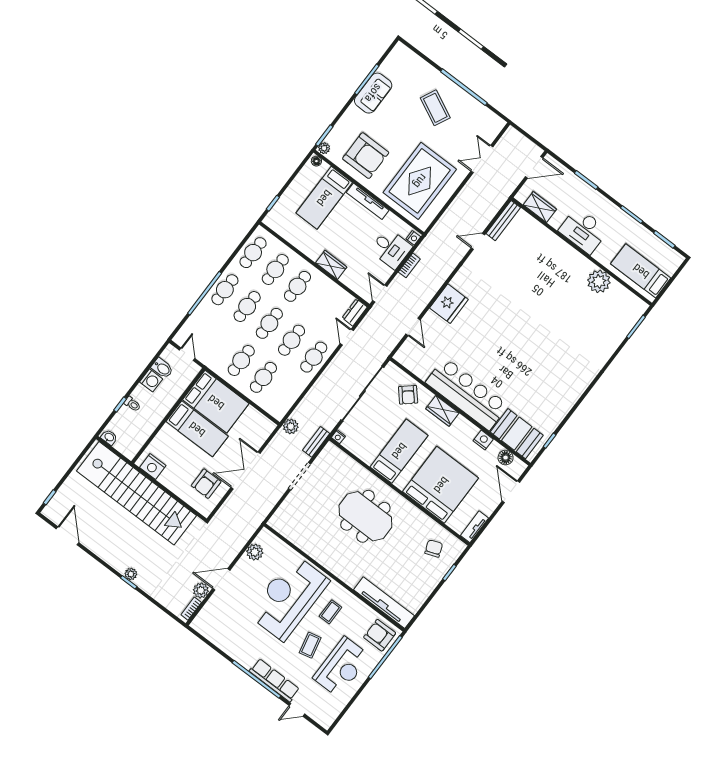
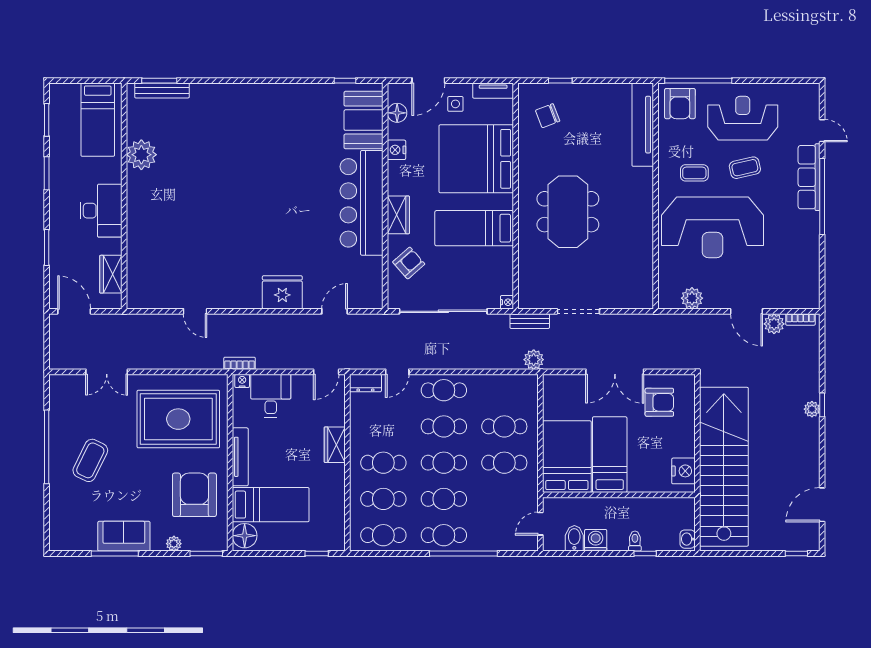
plant: (324, 148) -> (174, 544), moved
floor lamp: (316, 161) -> (245, 536), width x1.89, depth x1.89
bench: (503, 221) -> (162, 90), moved
bookcase: (409, 265) -> (240, 363), moved
side table: (484, 497) -> (455, 104), added

